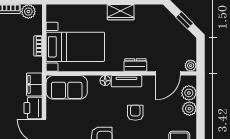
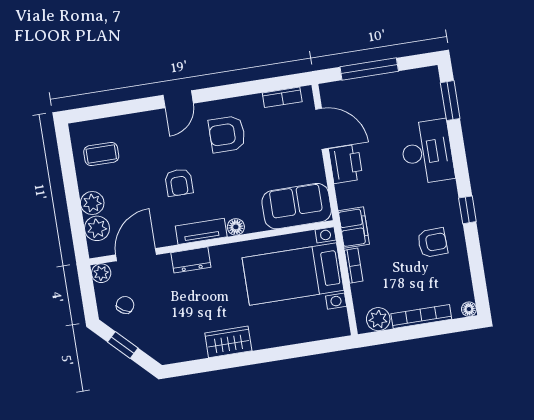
chair: (179, 44) -> (125, 305), added
filing cabinet: (34, 84) -> (354, 228), moved

